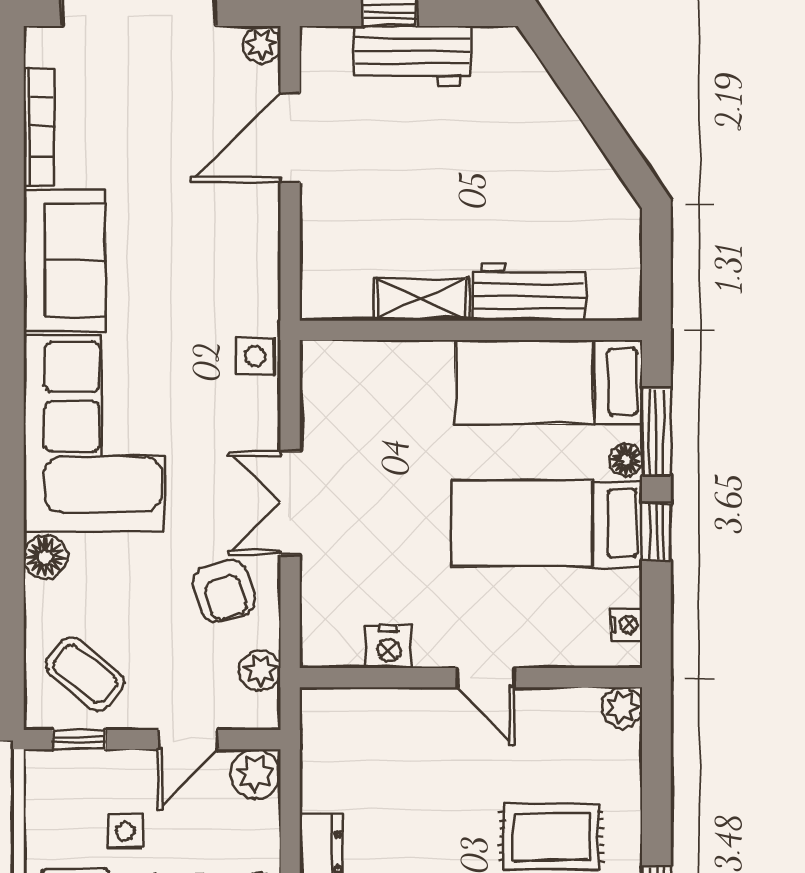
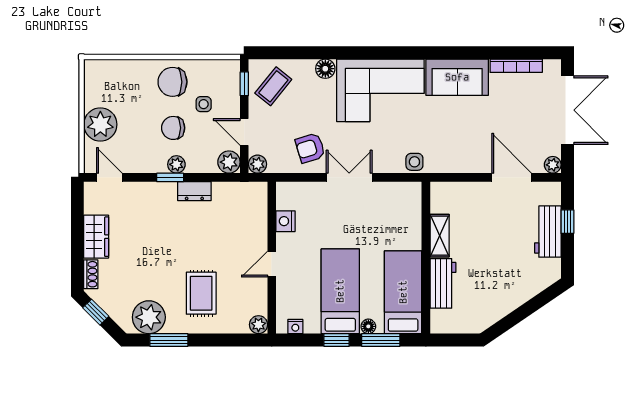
plant: (260, 670) -> (258, 164), moved

